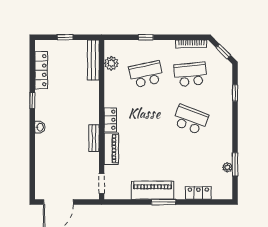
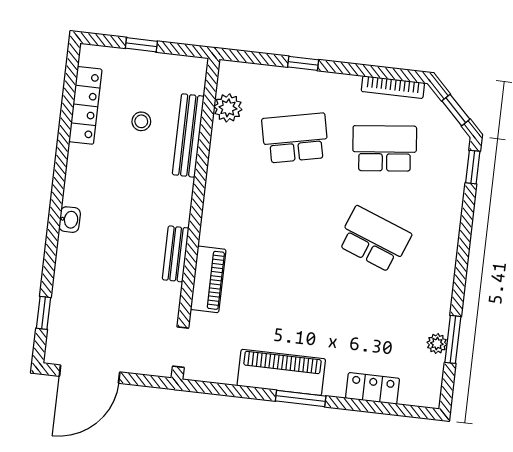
bench: (93, 60) -> (188, 135), moved
stool: (69, 75) -> (141, 121), added
window: (235, 93) -> (473, 167), moved
window: (32, 100) -> (43, 313), moved
locker: (110, 120) -> (213, 221), removed

